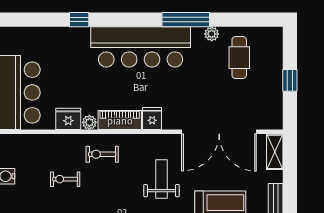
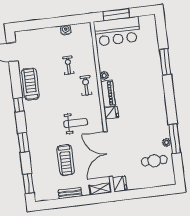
window: (79, 20) -> (165, 62), width x2.17
window: (186, 20) -> (175, 139), moved
bar counter: (141, 47) -> (153, 101), removed
window: (290, 80) -> (144, 193), removed
fridge: (68, 119) -> (120, 184), moved

